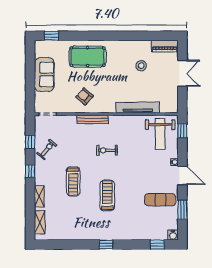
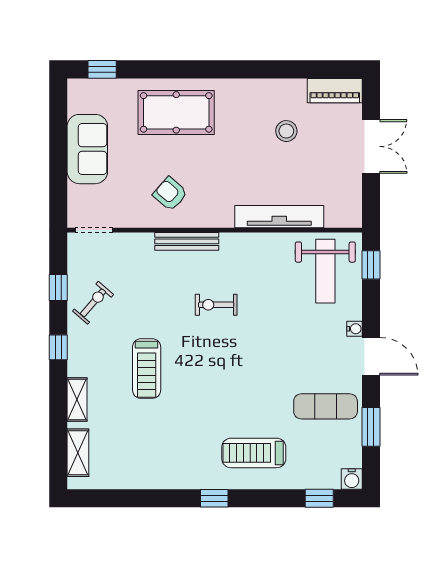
treadmill: (107, 195) -> (254, 453), moved, turned -90

